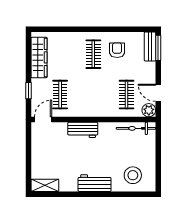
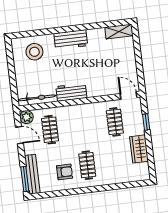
bench: (150, 46) -> (32, 174), width x1.36
armchair: (117, 50) -> (65, 172), turned -90
wardrobe: (39, 57) -> (139, 149), width x0.67
door: (43, 120) -> (129, 95), swing flipped
workbench: (83, 130) -> (71, 92), moved

